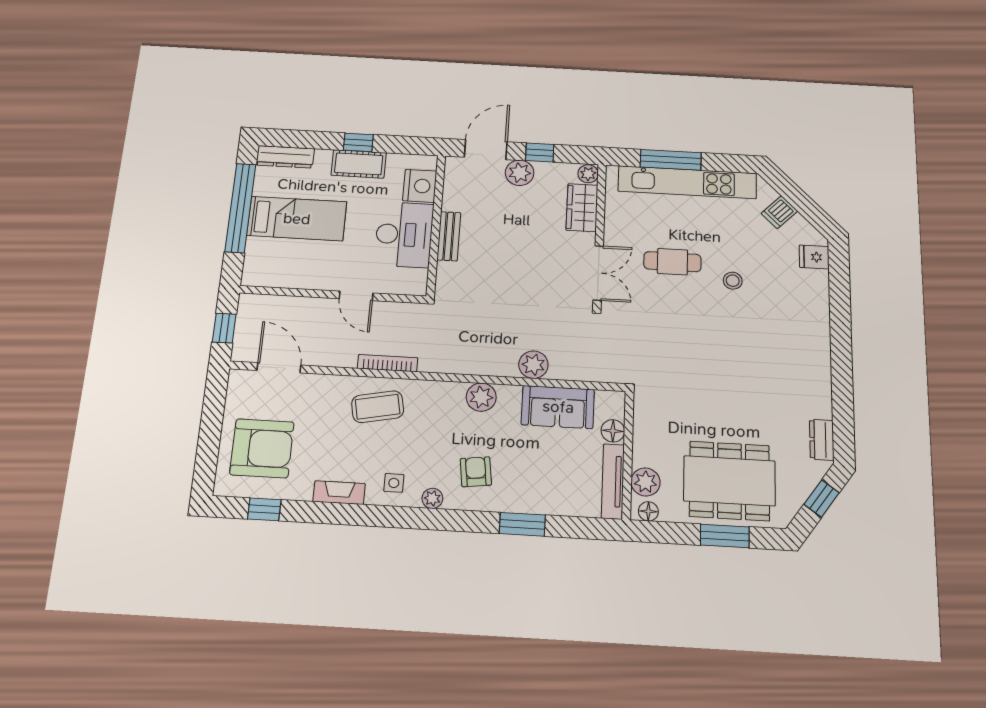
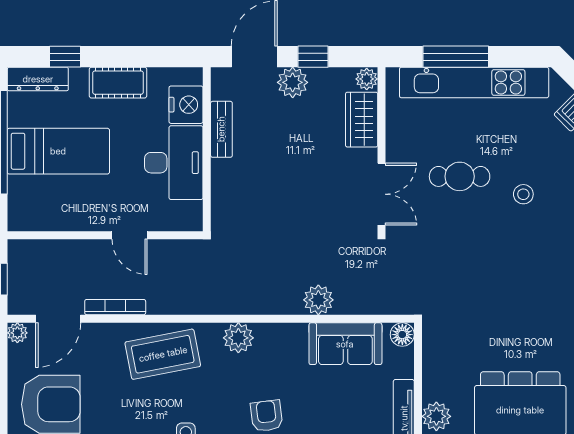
window: (358, 142) -> (65, 57), moved
bench: (449, 236) -> (221, 129), moved
bookcase: (388, 363) -> (115, 307), moved
door: (279, 368) -> (58, 319), swing flipped
plant: (238, 378) -> (17, 333), added
plant: (481, 397) -> (238, 338), moved
coffee table: (378, 407) -> (163, 354), width x1.36, depth x1.32
floor lamp: (613, 431) -> (402, 335), moved

